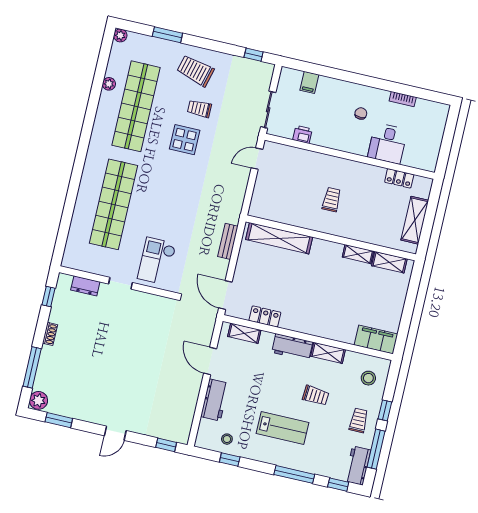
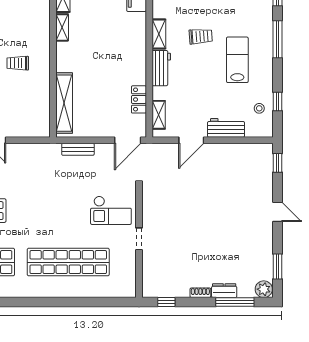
dresser: (85, 286) -> (224, 291), moved, turned -90
trolley: (316, 396) -> (201, 36), turned 82

